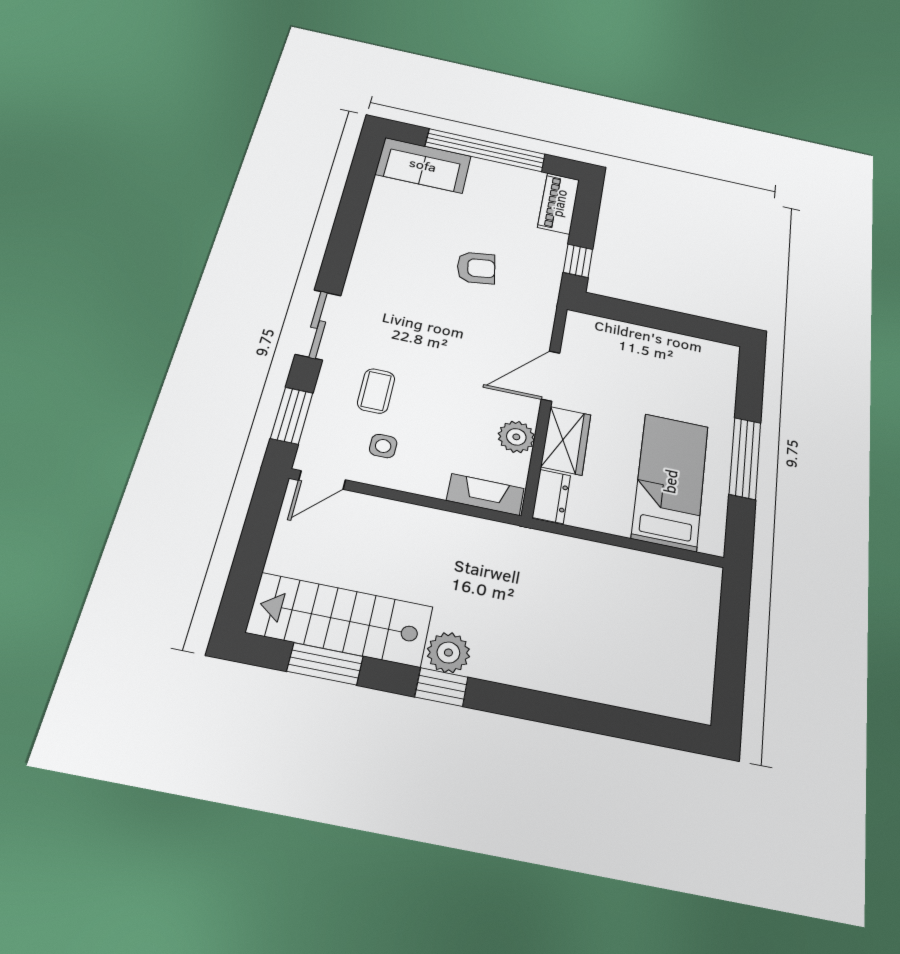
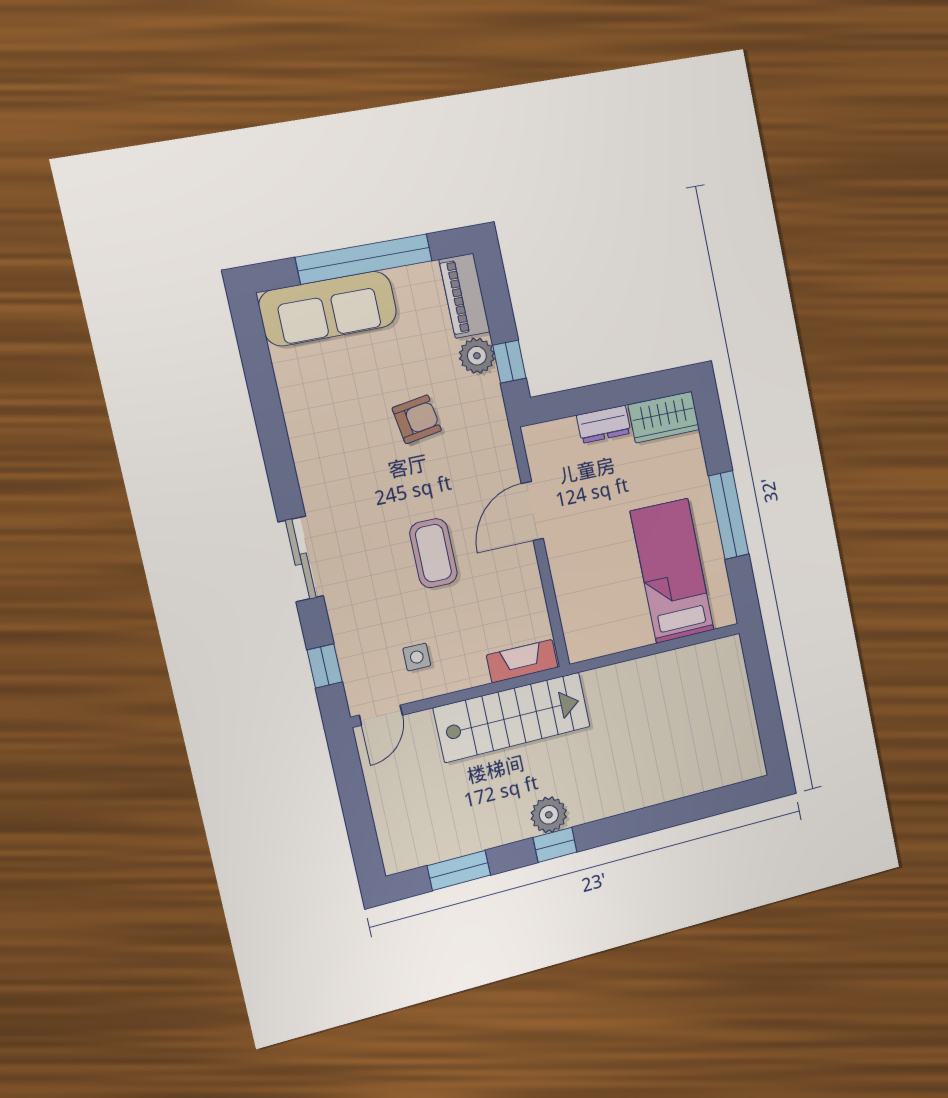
sofa: (423, 165) -> (328, 309), width x1.36
coffee table: (376, 391) -> (433, 553), moved, width x1.36, depth x1.30
window: (292, 415) -> (325, 666), width x0.67
plant: (516, 437) -> (477, 356), moved
wardrobe: (566, 441) -> (664, 417), moved, turned 90
dresser: (551, 496) -> (604, 424), moved, turned 90
stairs: (340, 620) -> (512, 717), moved, turned 180

